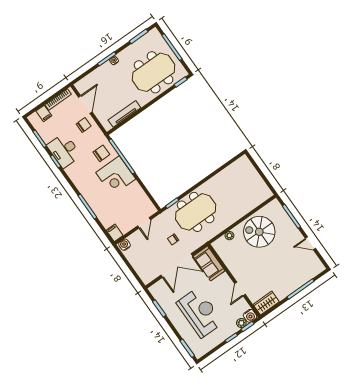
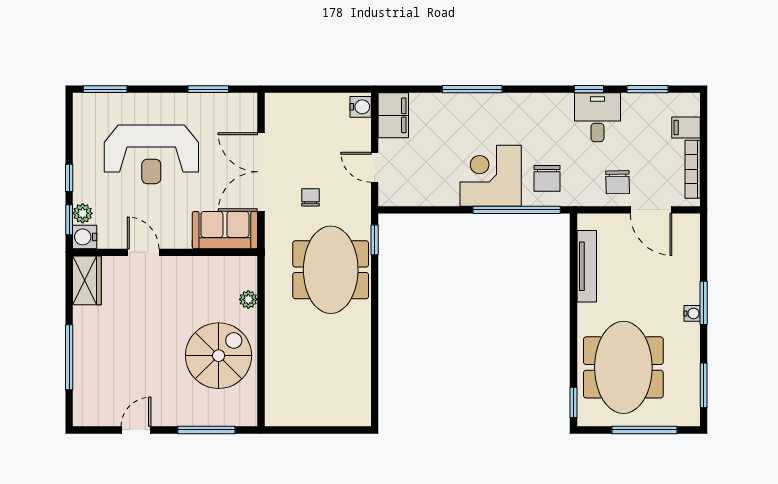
desk: (64, 150) -> (598, 117), width x0.73
filing cabinet: (115, 233) -> (393, 115), width x2.00

